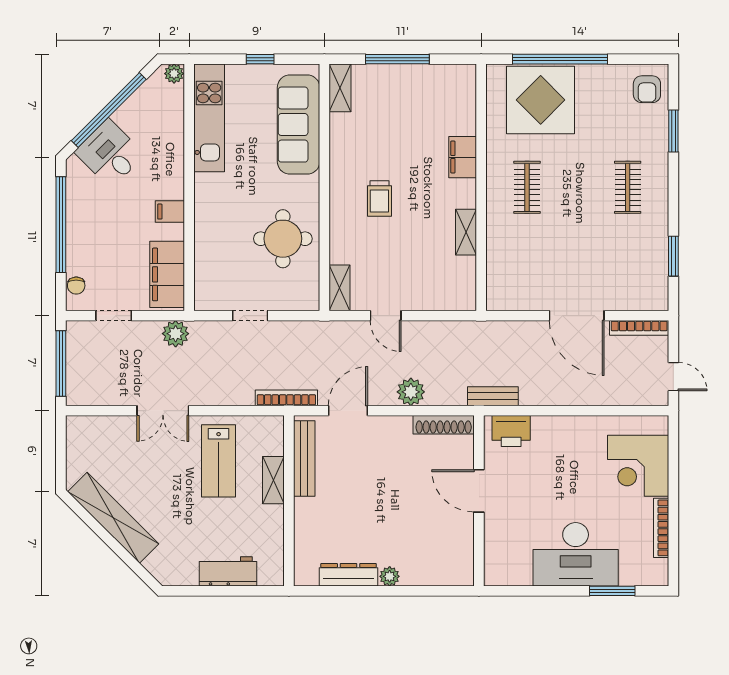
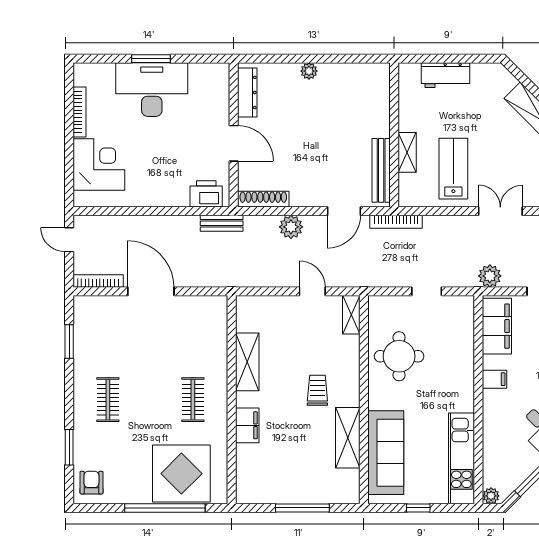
shelving: (340, 88) -> (348, 438), moved, width x1.50, depth x1.33
shelving: (466, 232) -> (247, 362), width x1.50, depth x1.33
dresser: (349, 575) -> (247, 92), moved, turned -90
window: (612, 591) -> (151, 59), moved

